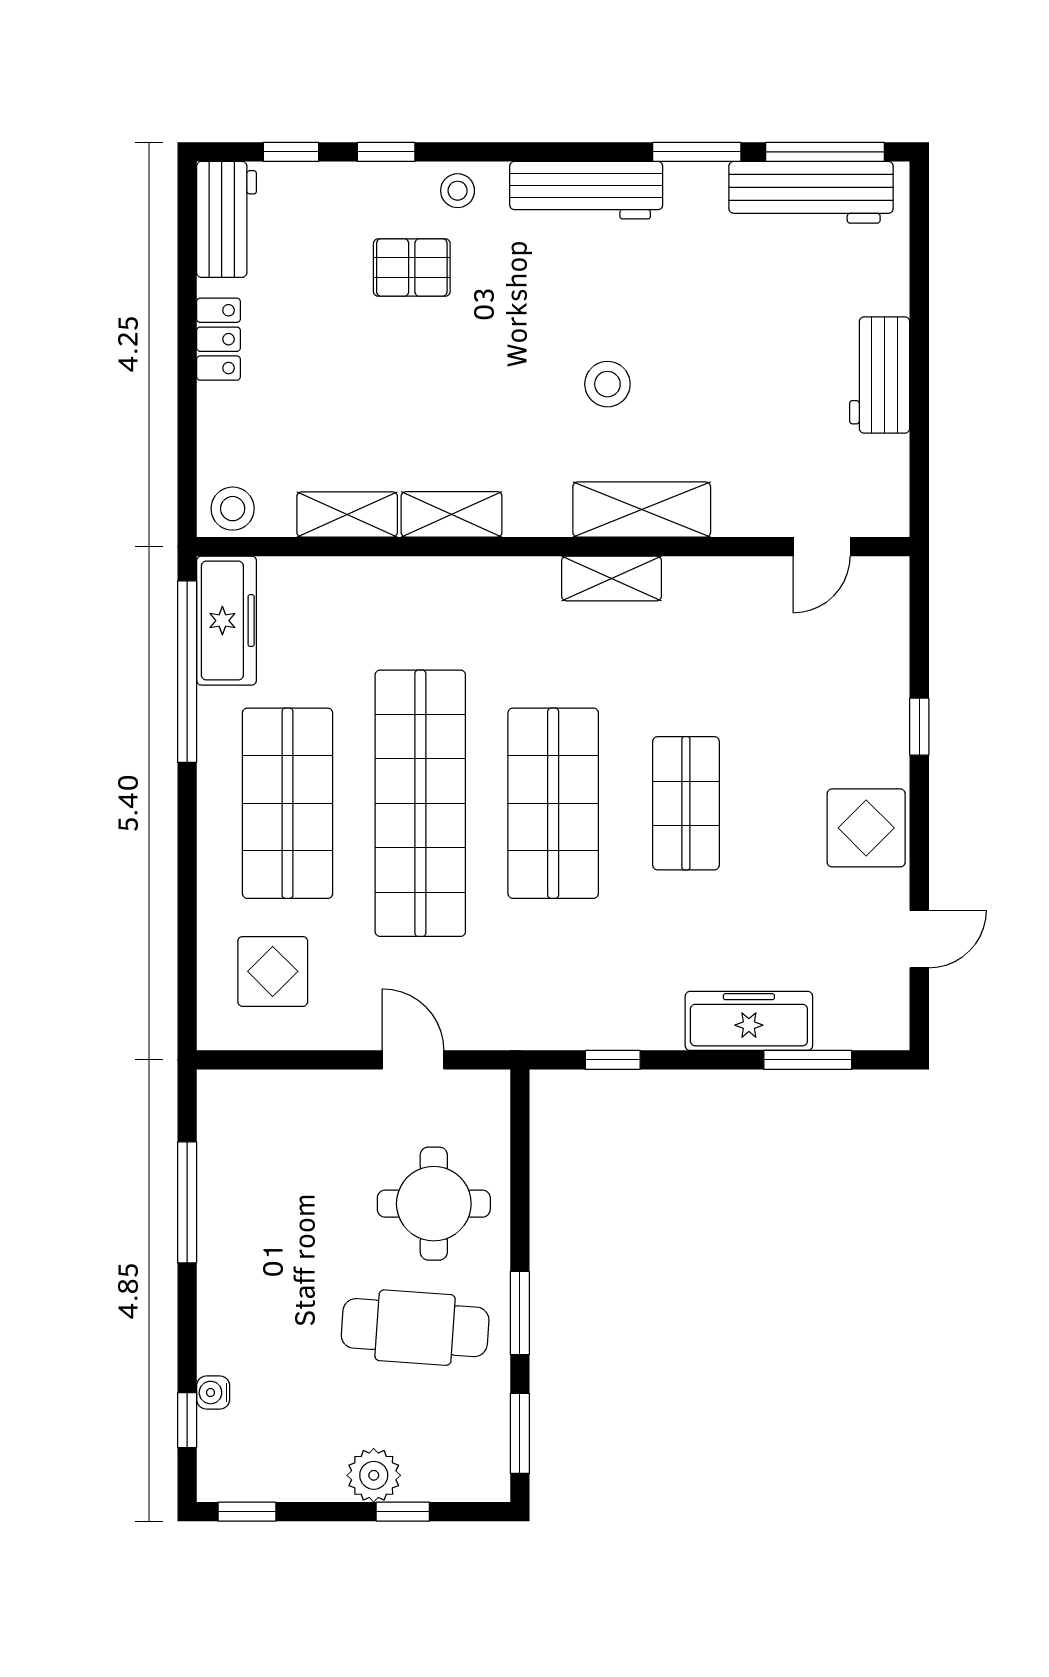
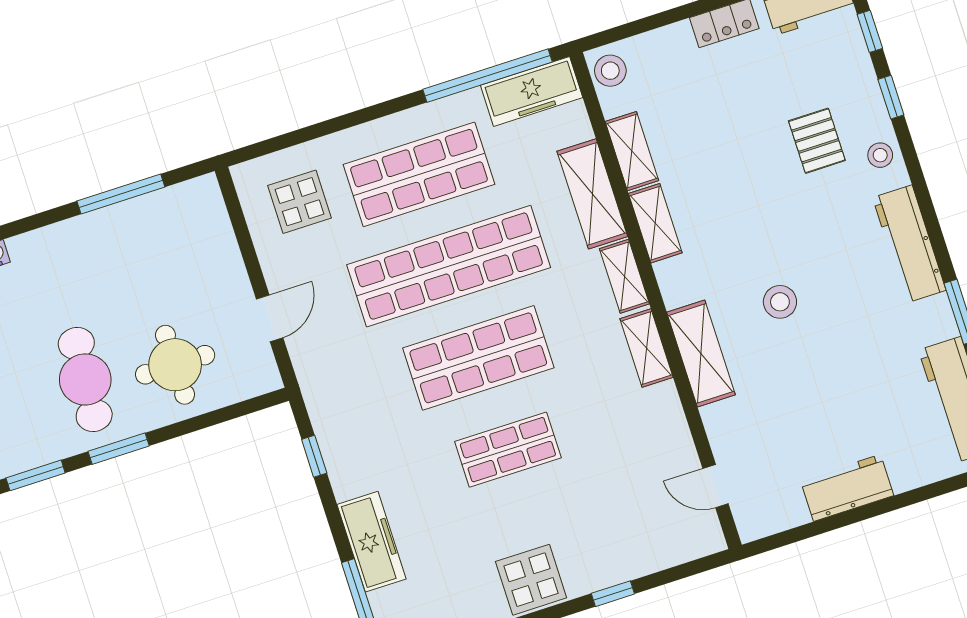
shelving: (508, 577) -> (624, 276), added
shelving: (386, 584) -> (592, 194), added

